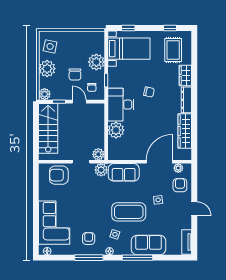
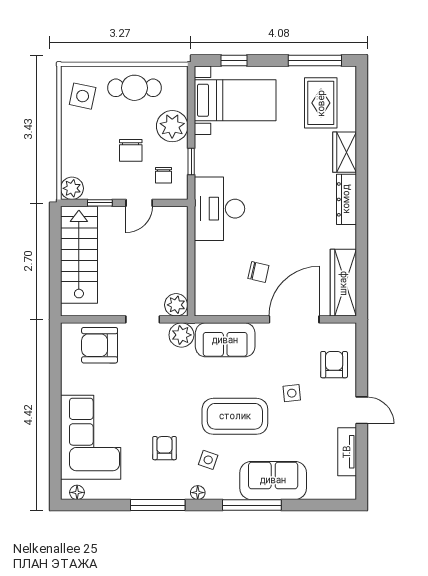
window: (170, 28) -> (315, 60), width x2.17
cafe table: (77, 42) -> (134, 88), added
plant: (47, 69) -> (77, 139), removed
chair: (149, 92) -> (258, 272), moved
door: (79, 102) -> (139, 203), swing flipped
plant: (116, 130) -> (210, 258), removed
wardrobe: (185, 131) -> (343, 283), moved
plant: (178, 168) -> (331, 332), removed
armchair: (89, 238) -> (164, 448), moved
tv unit: (187, 242) -> (347, 452), moved

